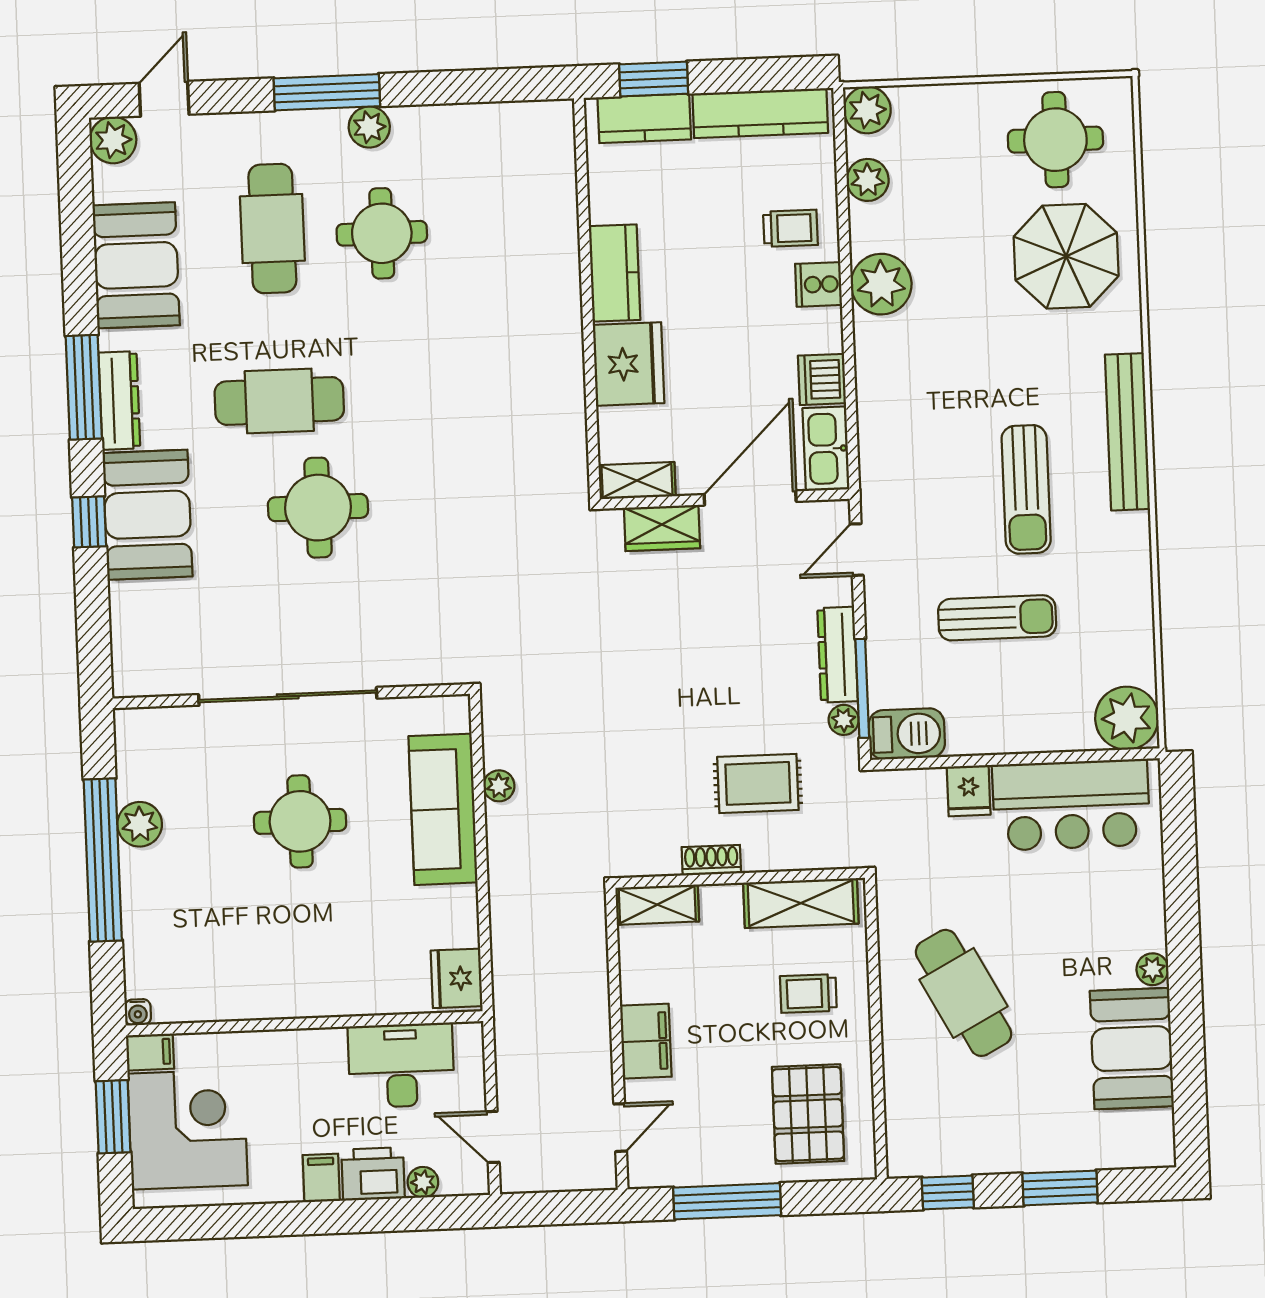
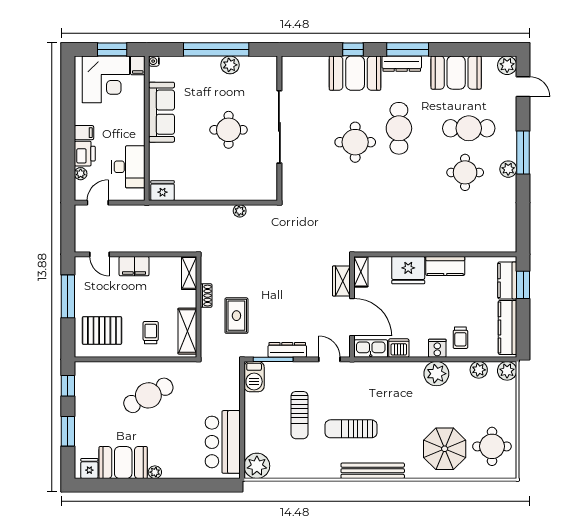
plant: (844, 720) -> (261, 351), removed
fridge: (969, 791) -> (89, 469), moved, turned 90
sofa: (443, 809) -> (162, 112), moved, turned 90

